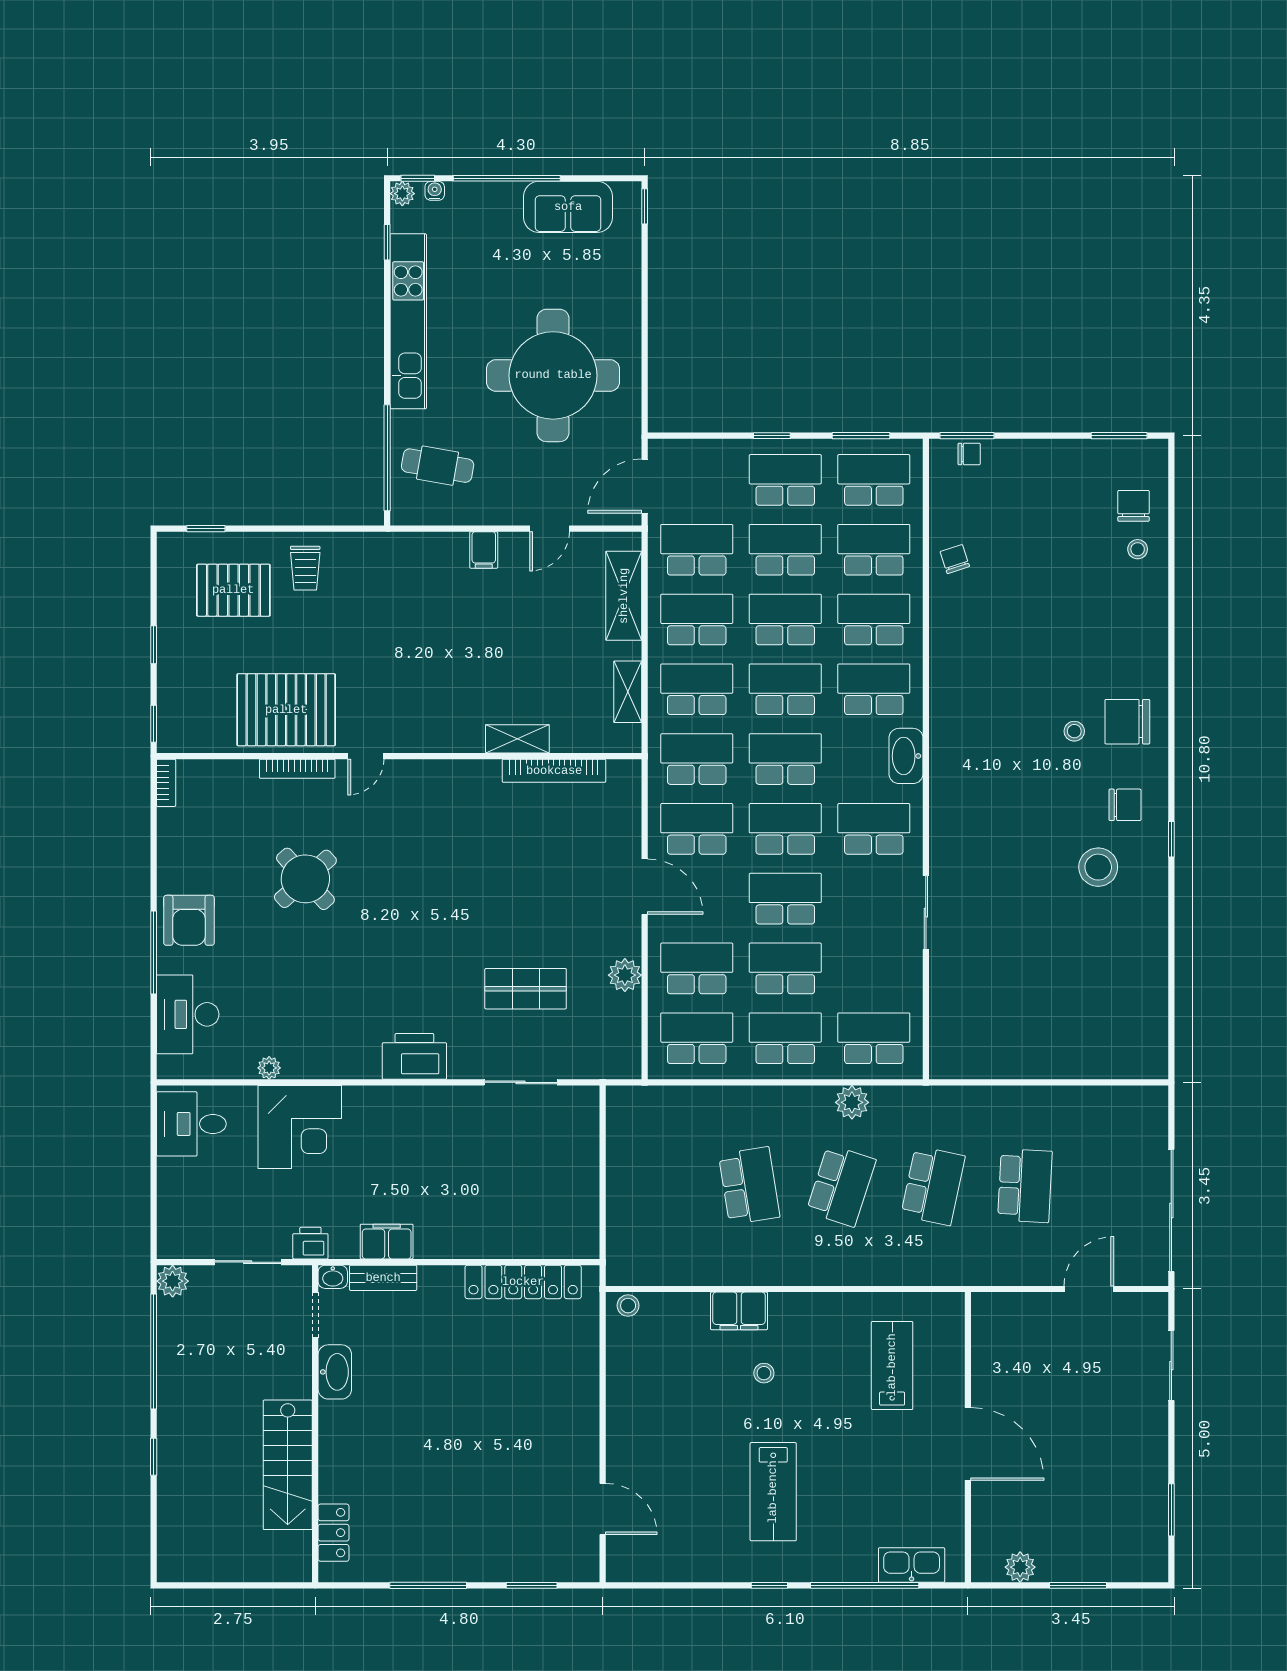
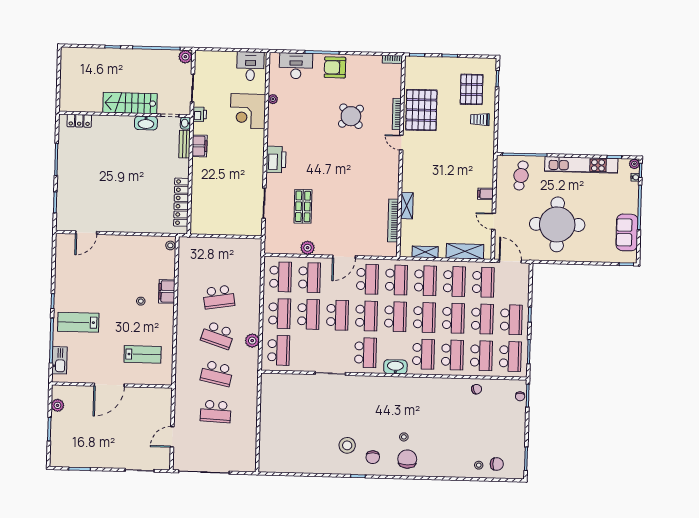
door: (1089, 1289) -> (172, 437), swing flipped
stairs: (288, 1465) -> (130, 103), moved
lab bench: (773, 1492) -> (78, 322), moved

